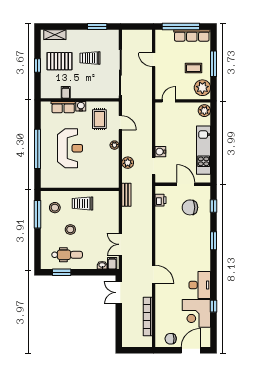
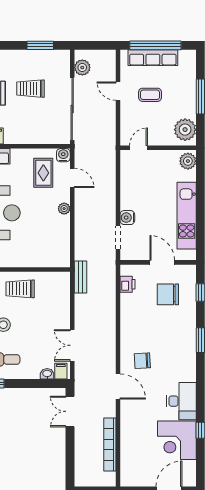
row of seats: (192, 35) -> (153, 58), moved
coffee table: (194, 68) -> (150, 95), moved
water cooler: (81, 106) -> (63, 155), moved
plant: (128, 163) -> (82, 68), moved
chair: (171, 339) -> (142, 361), moved

